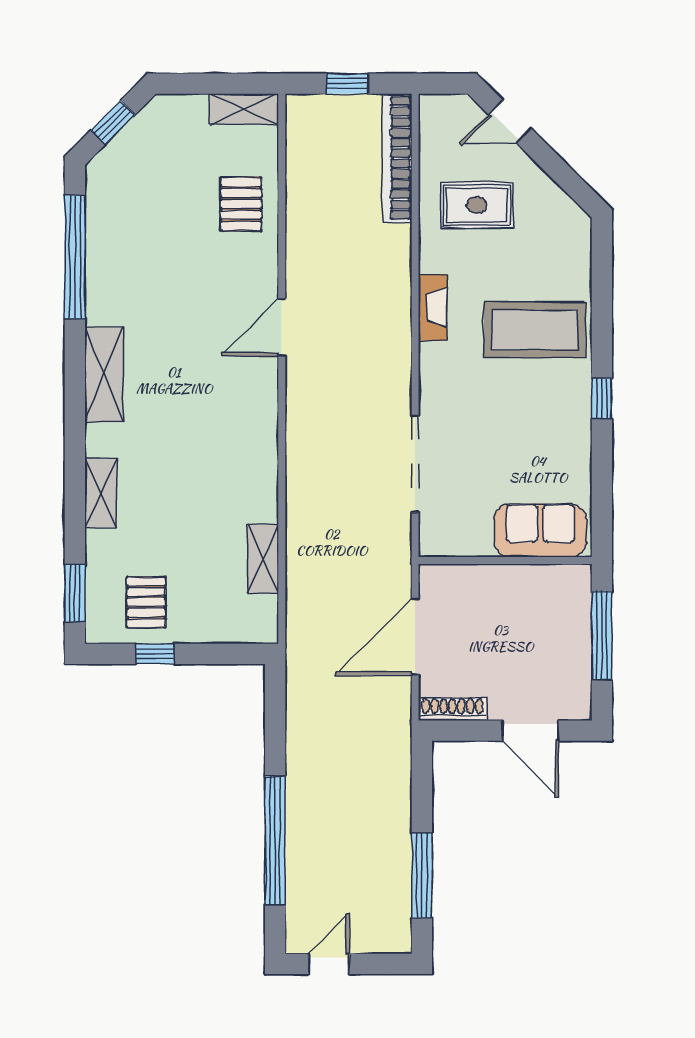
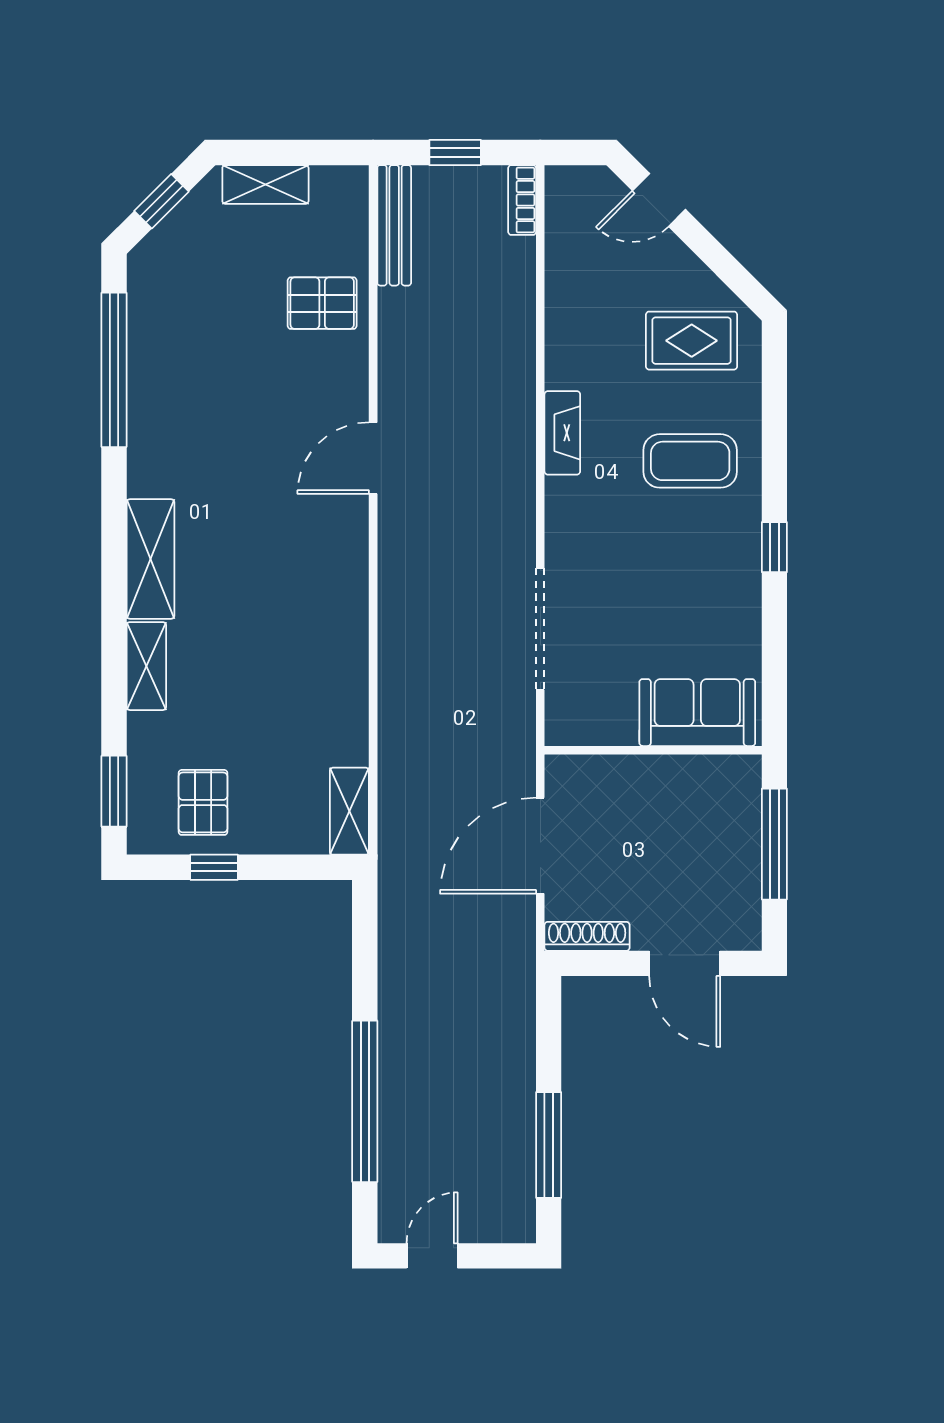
shelving: (244, 109) -> (265, 184), moved
bench: (299, 142) -> (394, 225), added
bookcase: (397, 158) -> (522, 200), width x0.43, depth x0.76
pallet: (241, 204) -> (322, 303), turned 90
rug: (477, 205) -> (692, 341), moved
coffee table: (535, 330) -> (690, 461), width x0.73, depth x0.76
shelving: (104, 375) -> (150, 559), moved
shelving: (263, 559) -> (349, 811), moved

